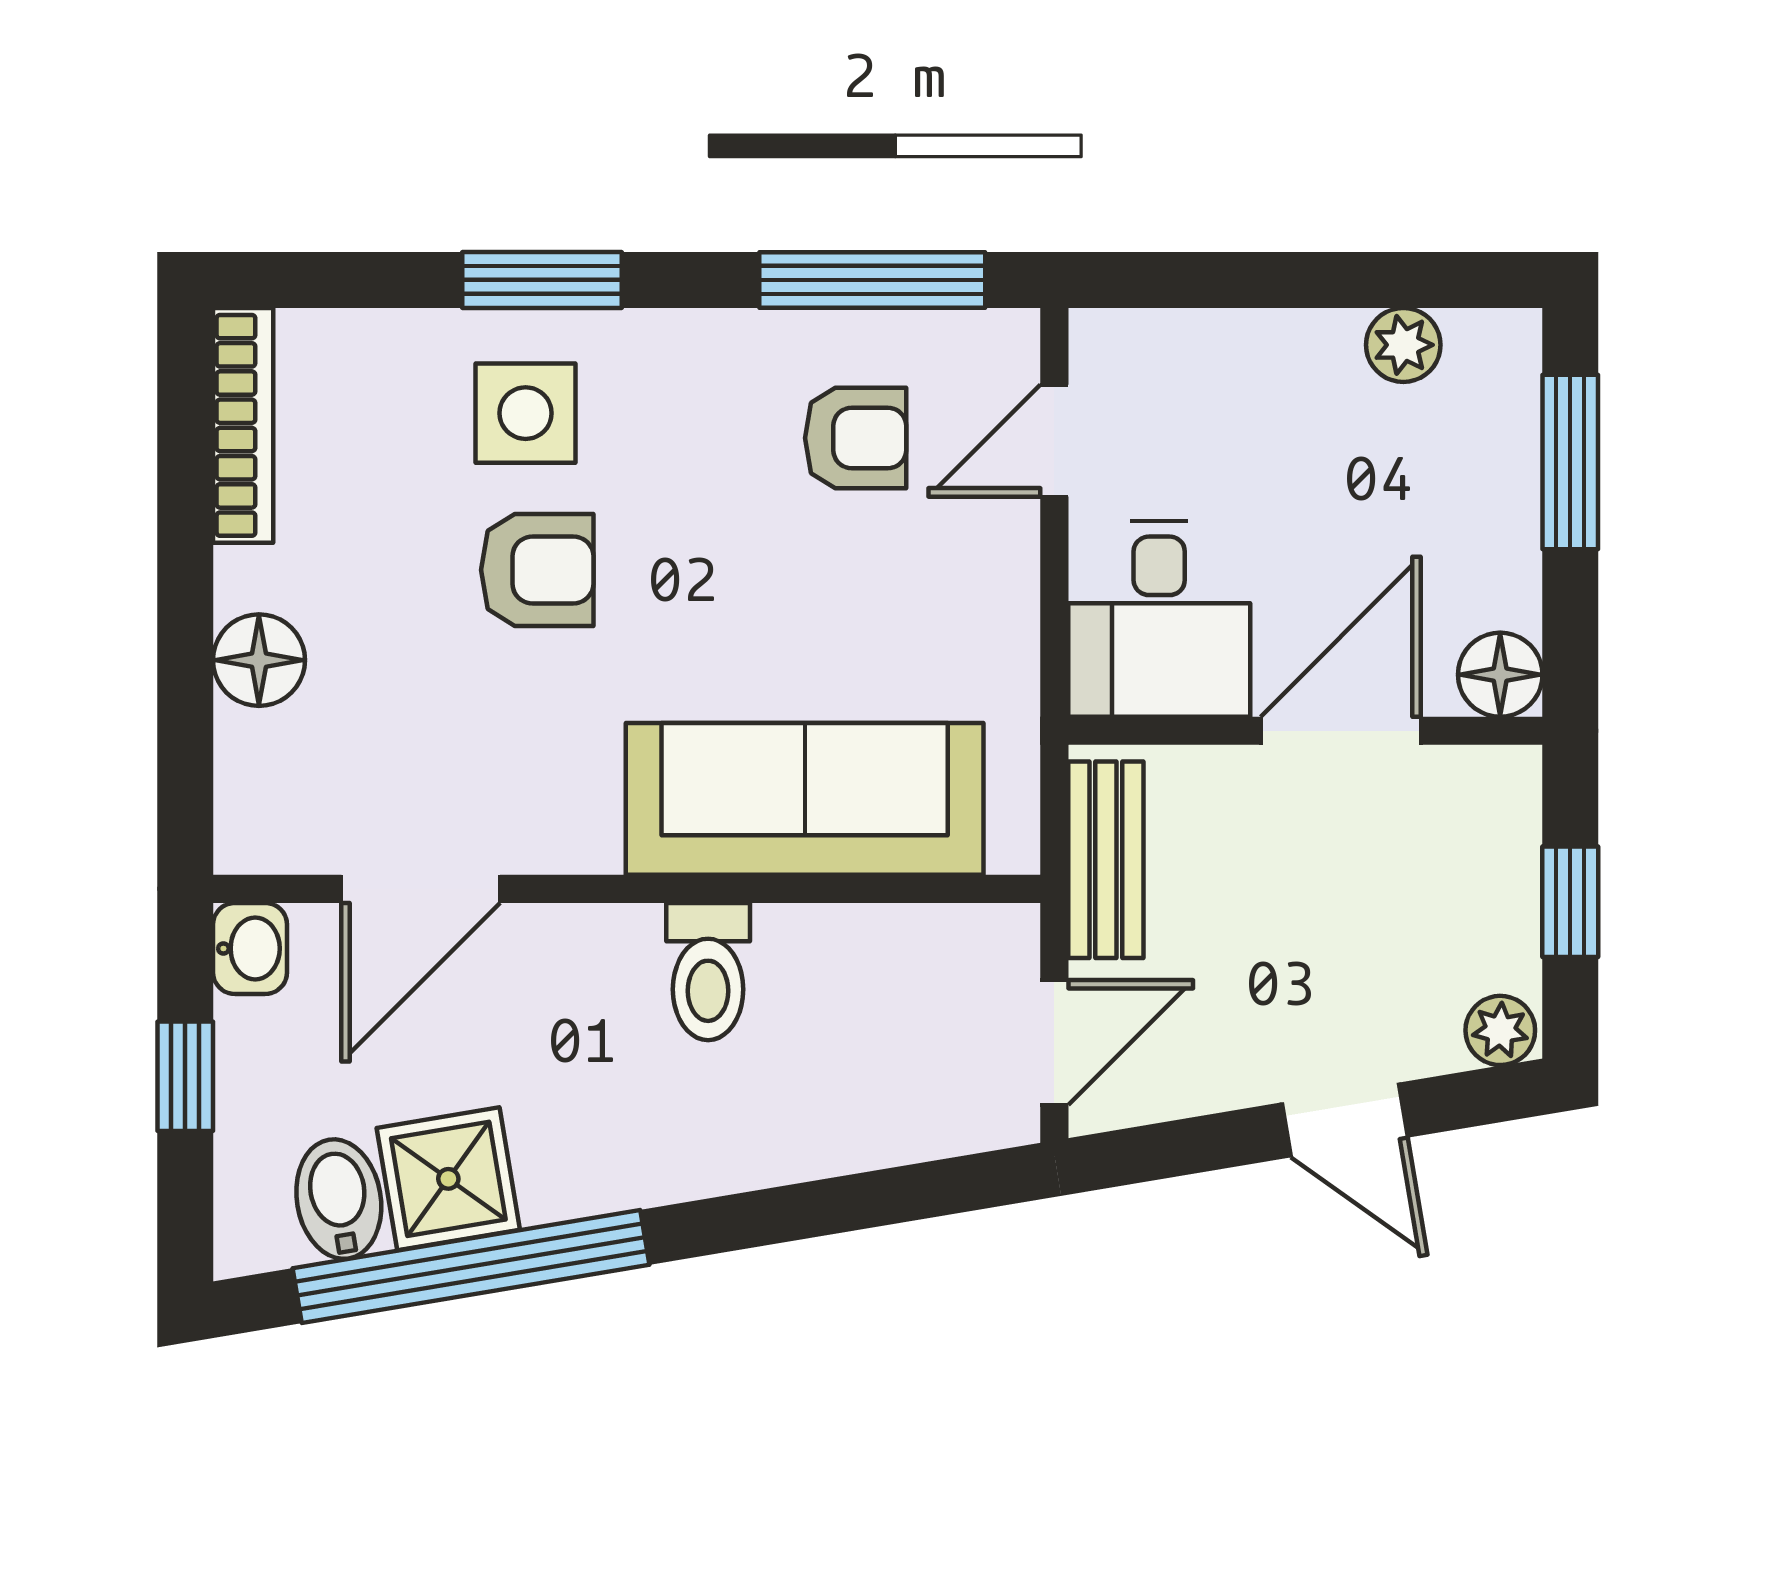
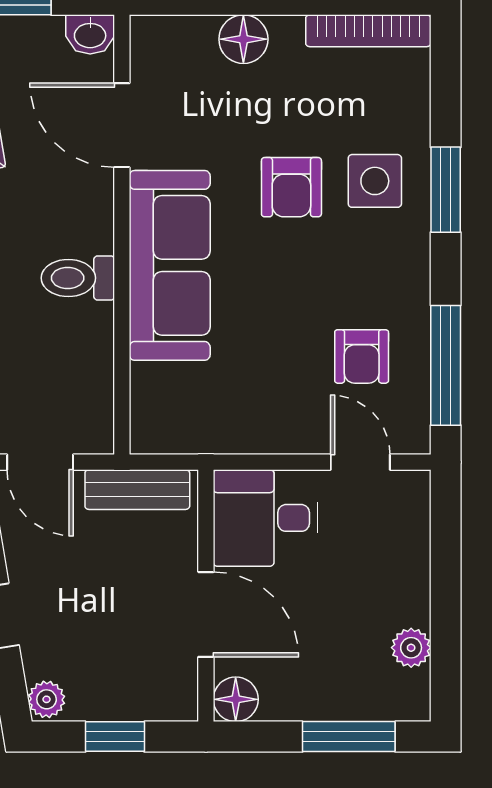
sofa: (805, 799) -> (170, 265), moved

